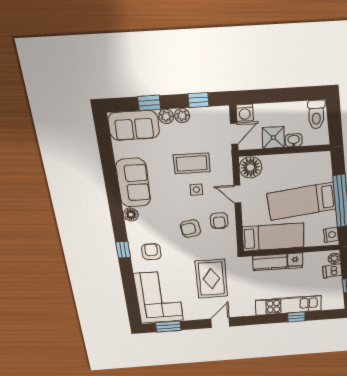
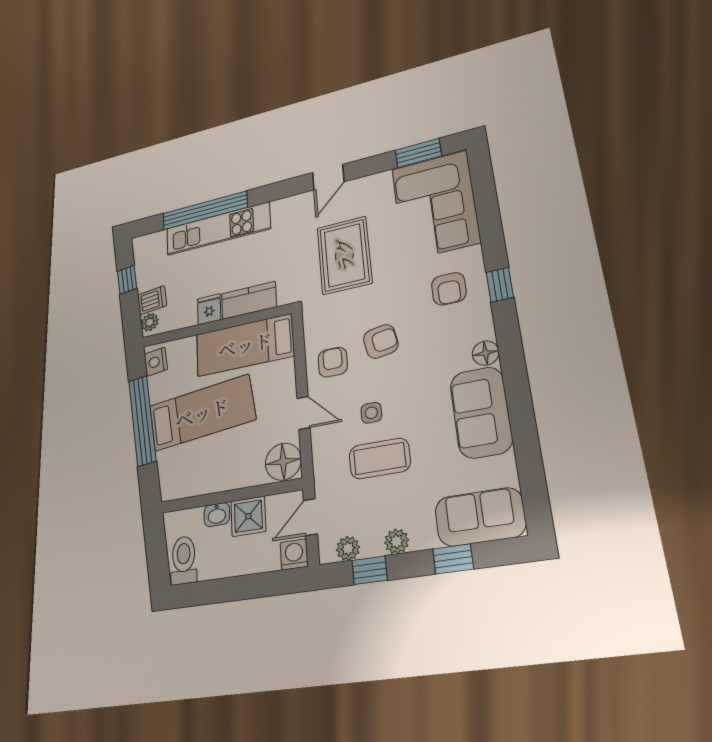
plant: (166, 116) -> (348, 548), moved
window: (296, 317) -> (205, 210), width x3.17

